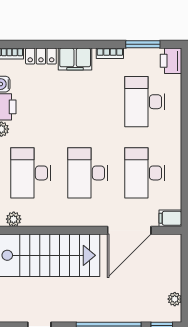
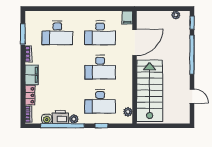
printer: (171, 61) -> (33, 17), removed
door: (129, 230) -> (135, 42), hinge flipped

